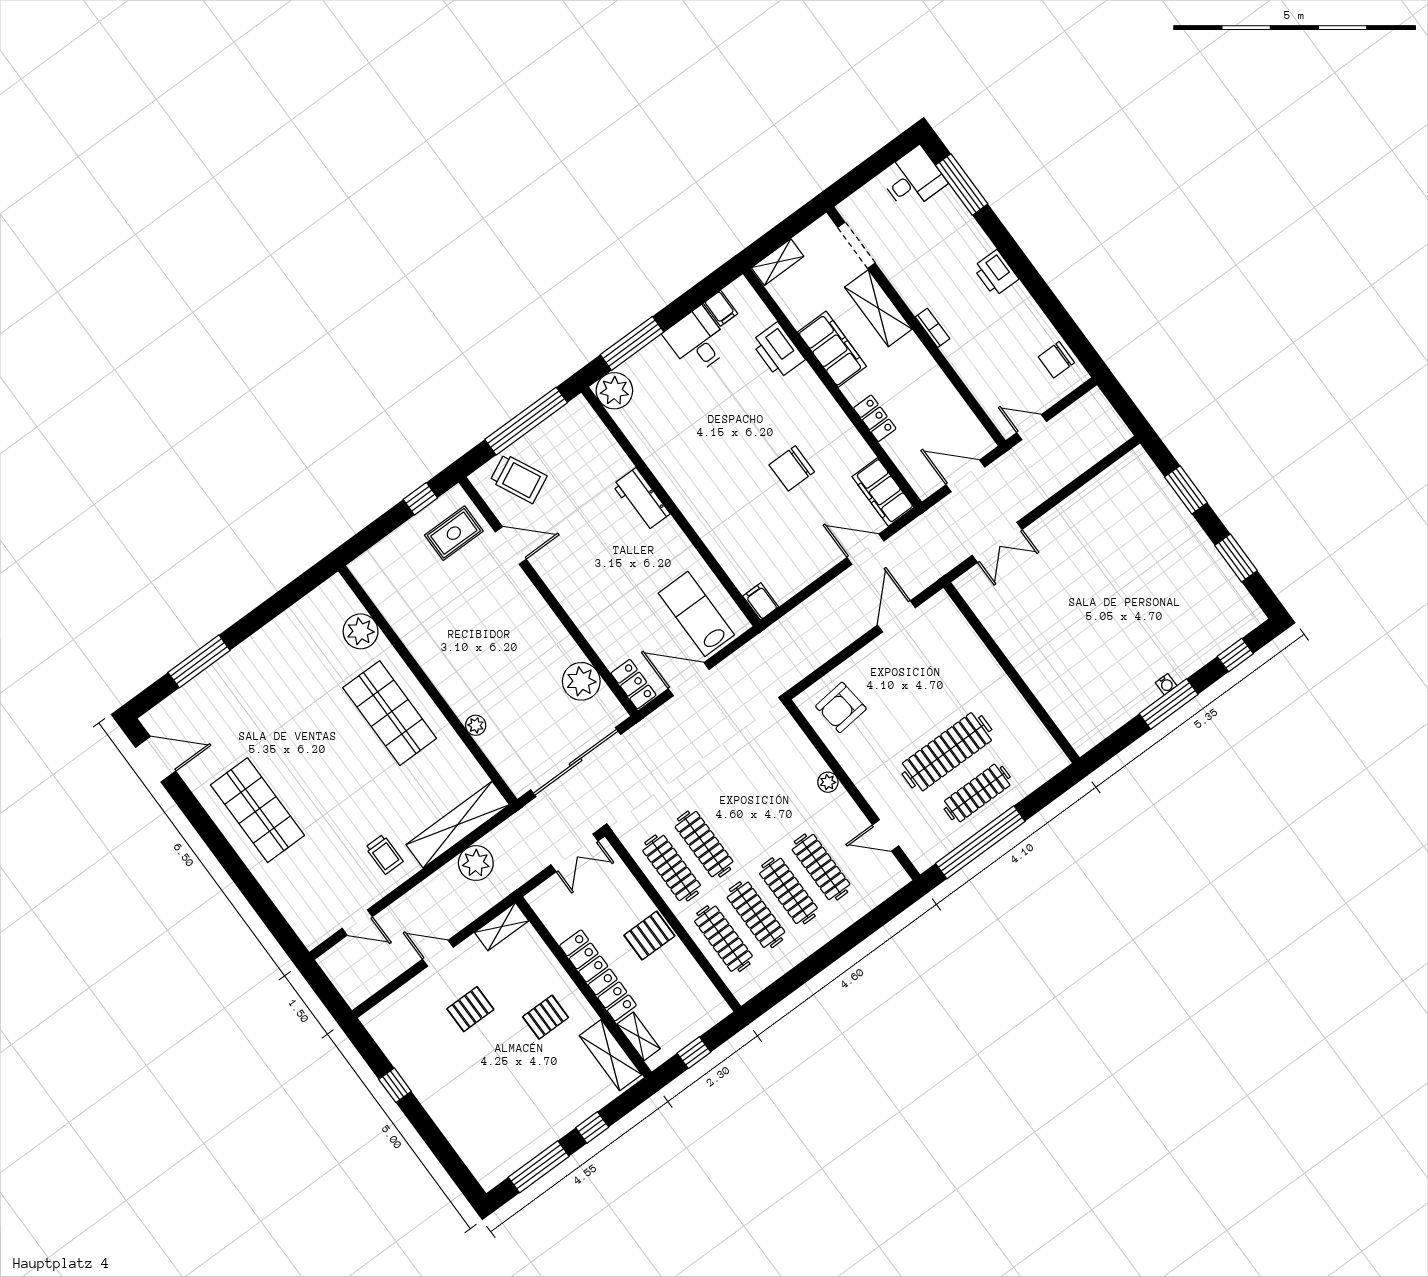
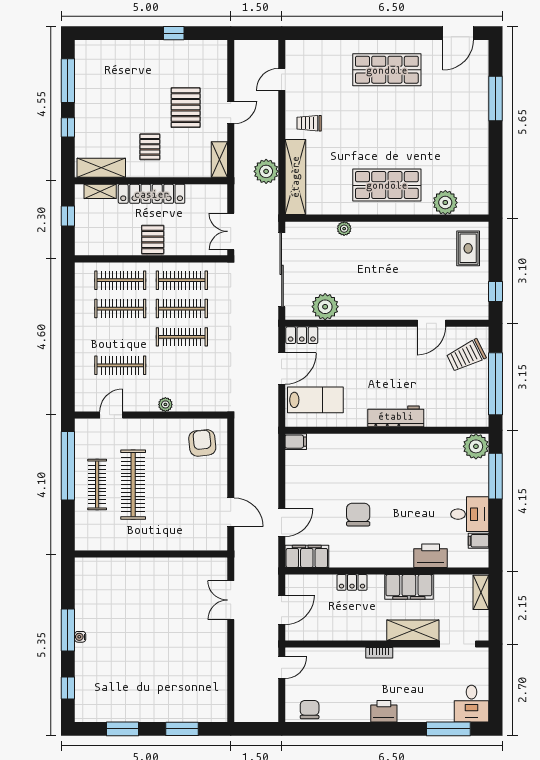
workbench: (641, 499) -> (396, 416), width x1.37
rug: (454, 533) -> (468, 248), moved
clothes rail: (788, 891) -> (182, 337), moved
pallet: (470, 1009) -> (186, 108), width x1.50, depth x1.42

